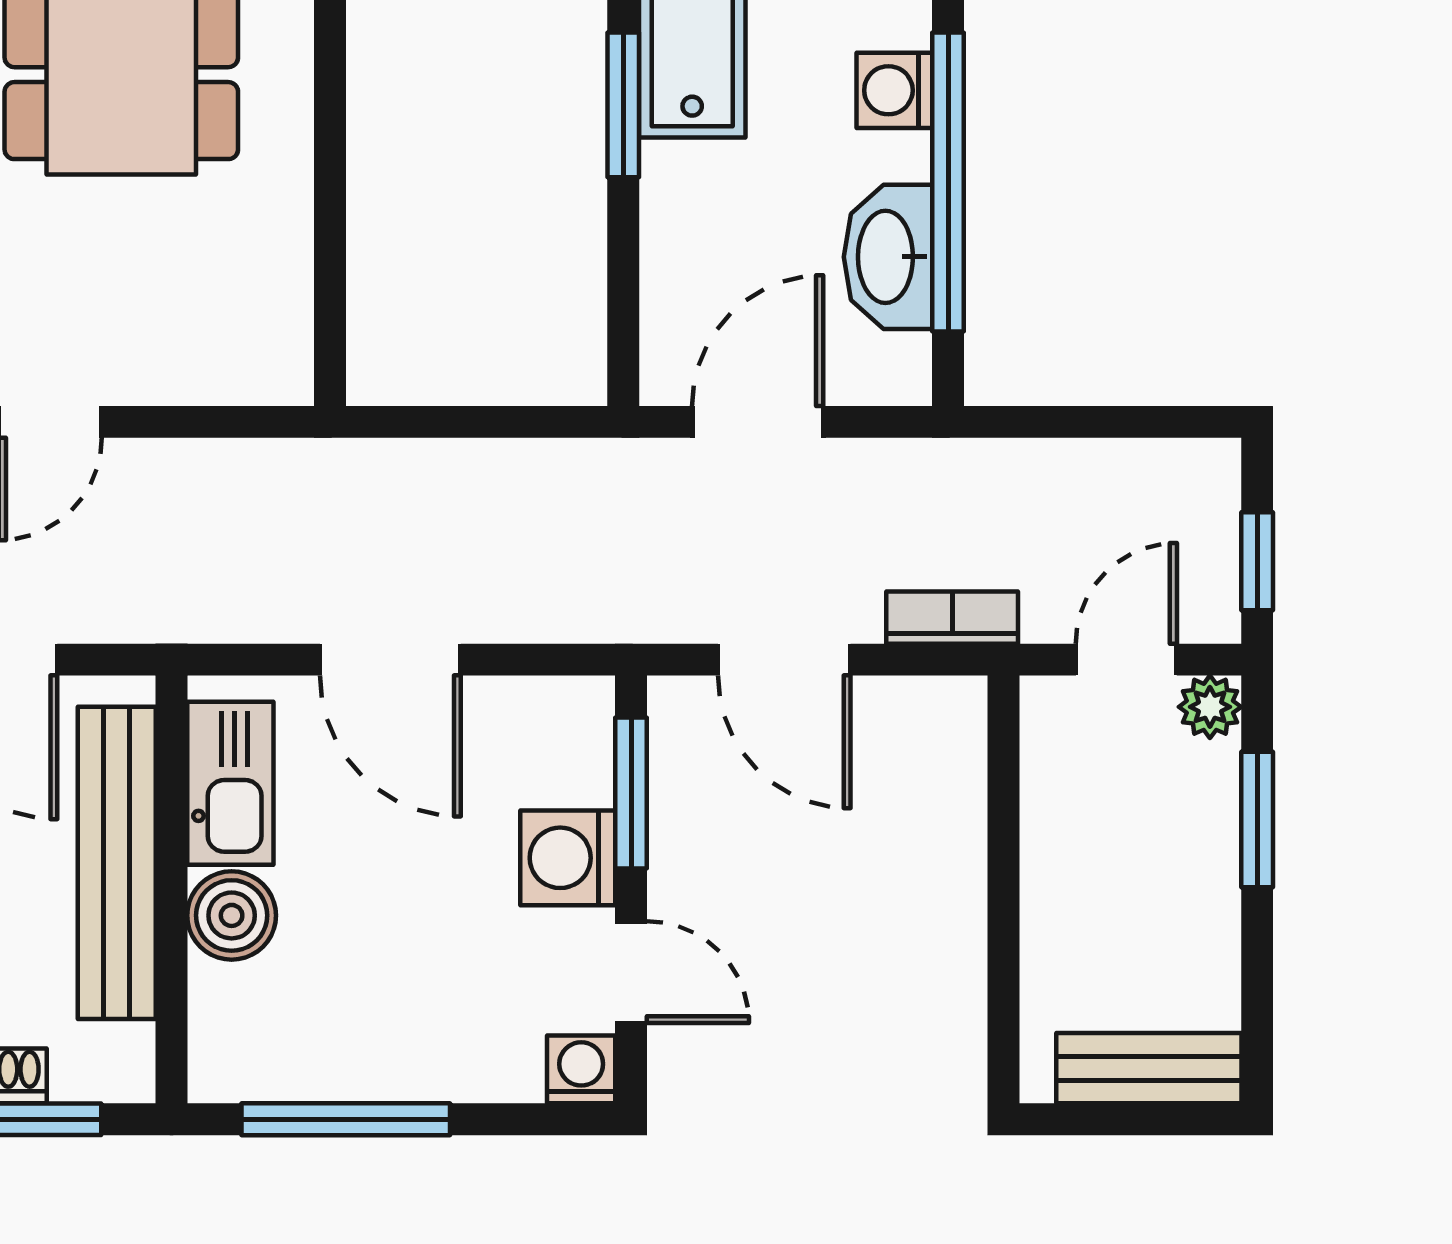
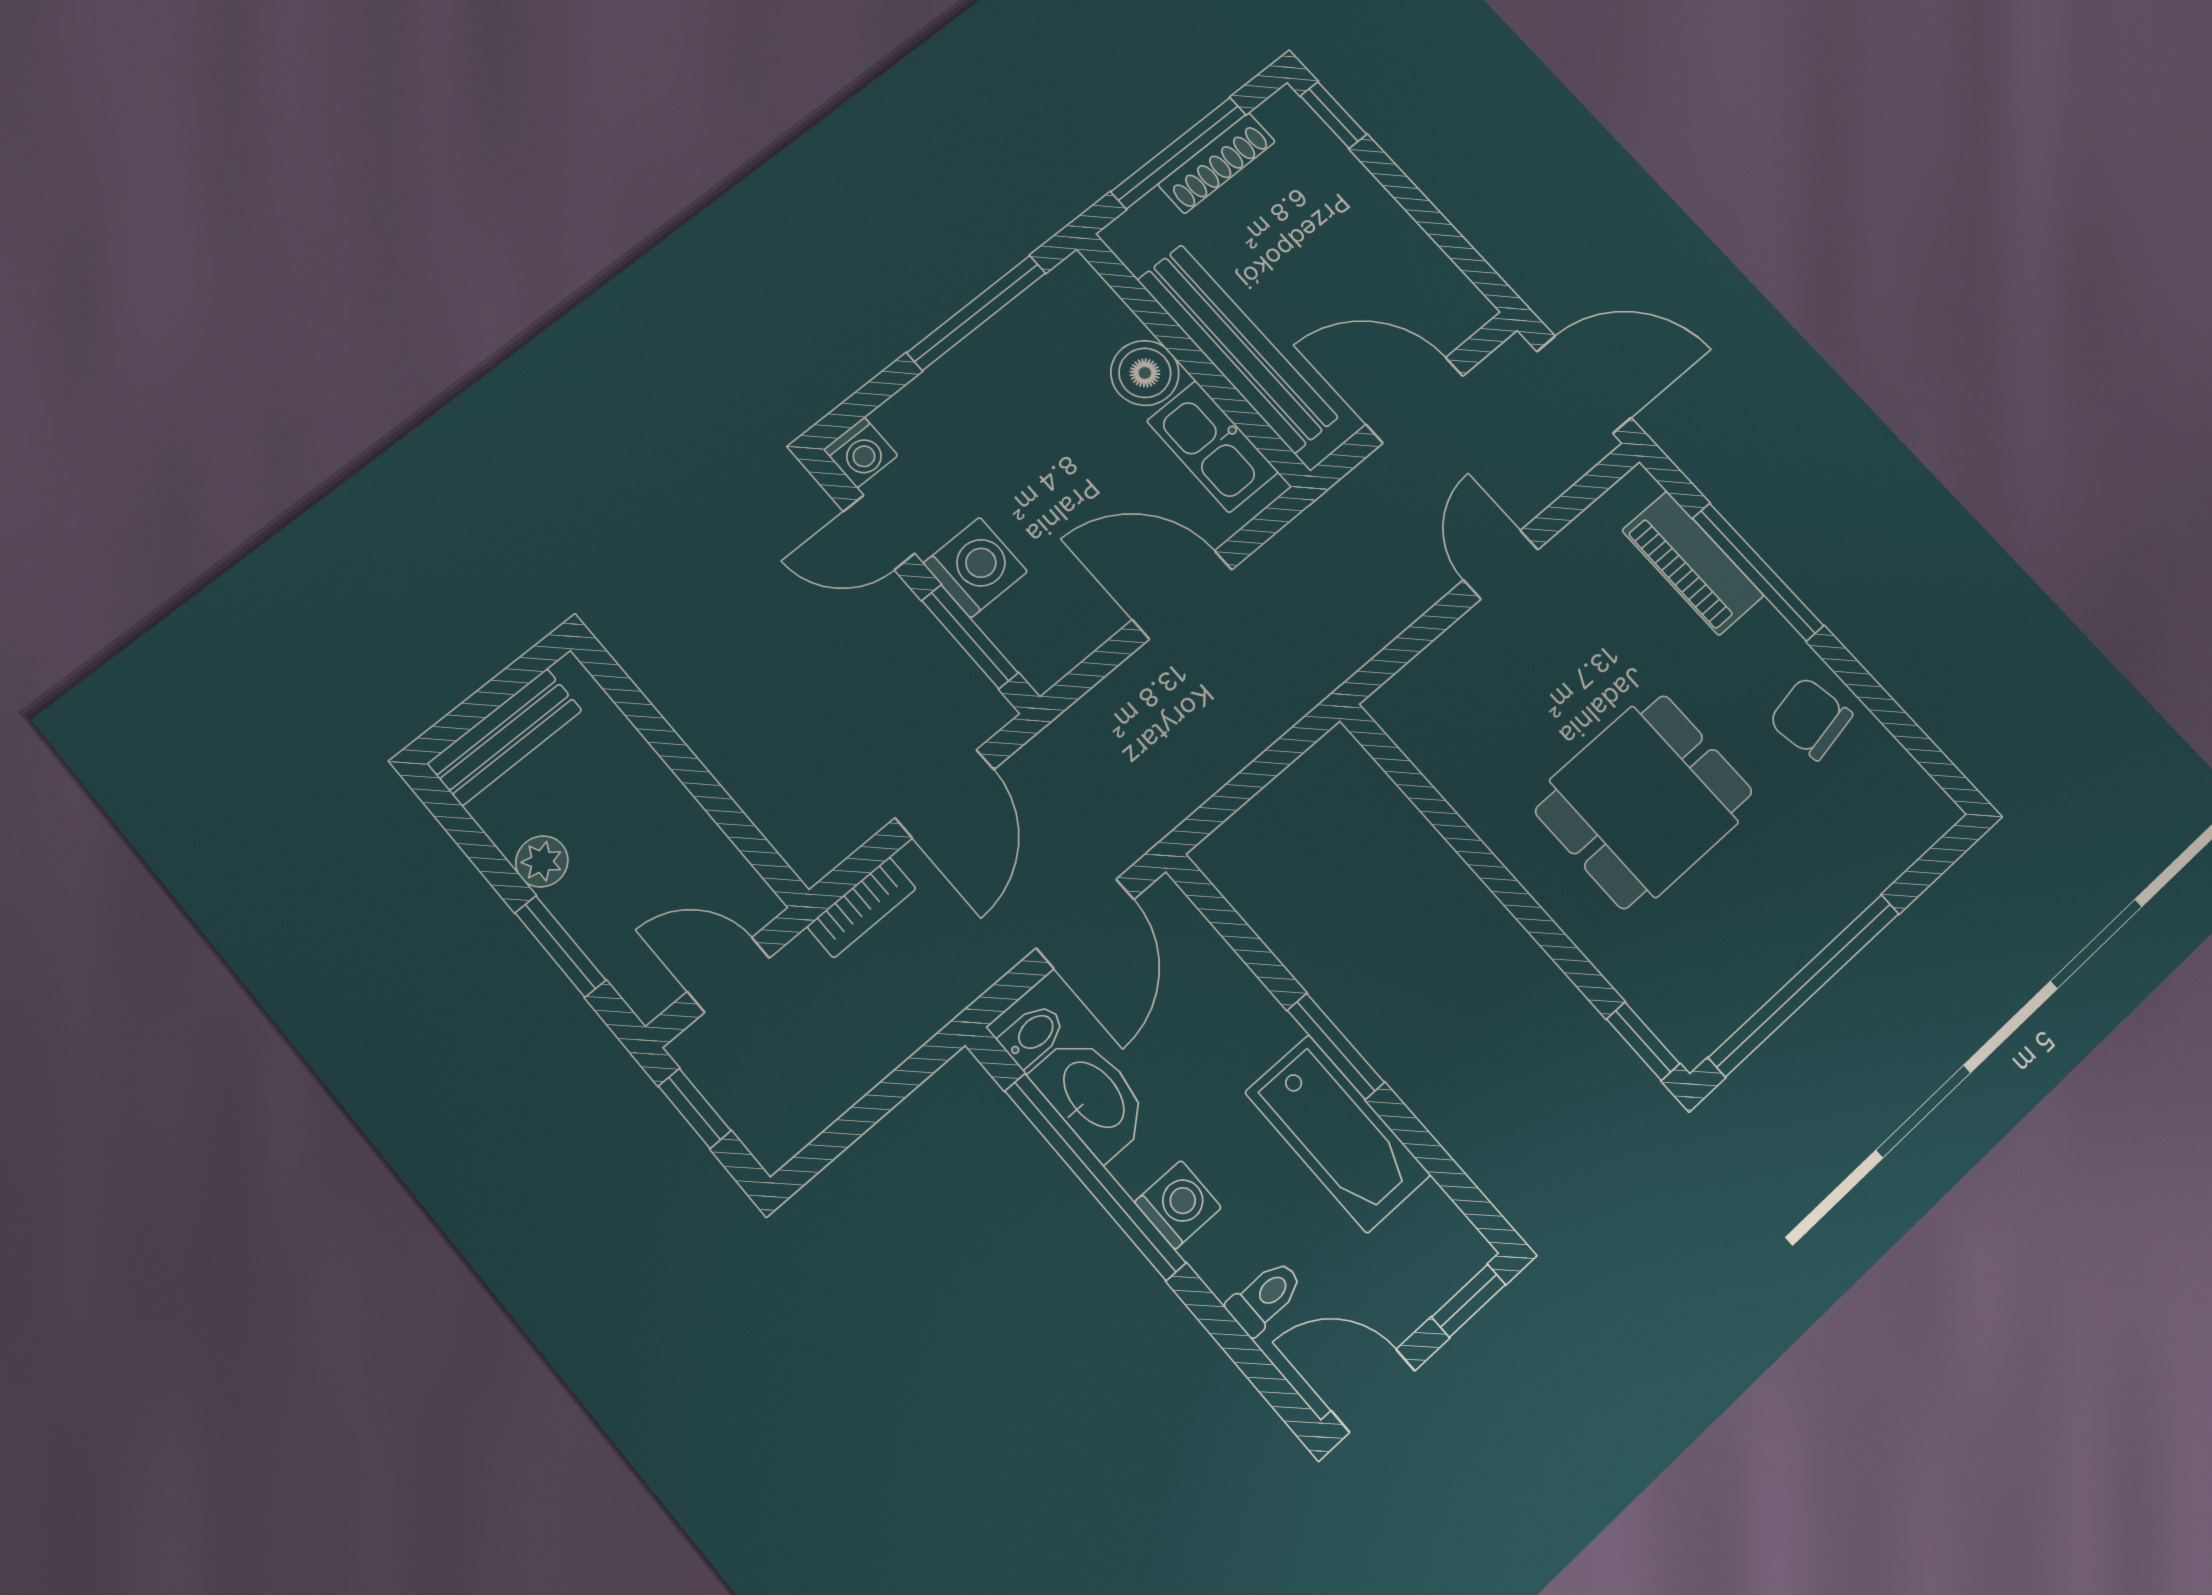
bidet: (895, 361) -> (1033, 1035), added
door: (784, 660) -> (945, 794), swing flipped
door: (1126, 660) -> (728, 975), swing flipped
plant: (1210, 707) -> (542, 861), moved

